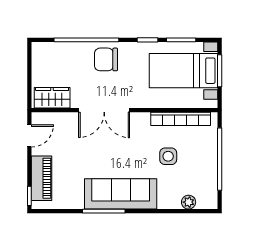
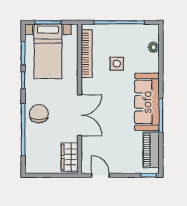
chair: (106, 59) -> (39, 114), turned 180
piano: (41, 178) -> (151, 150), moved, turned -90

